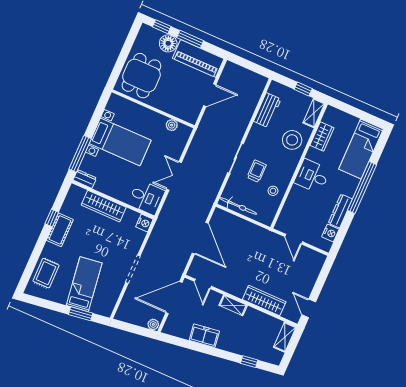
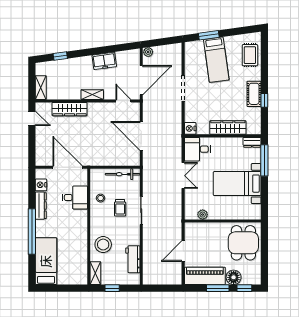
wardrobe: (322, 136) -> (81, 258), removed
desk: (312, 176) -> (75, 198), moved
door: (294, 239) -> (68, 167), width x1.88

